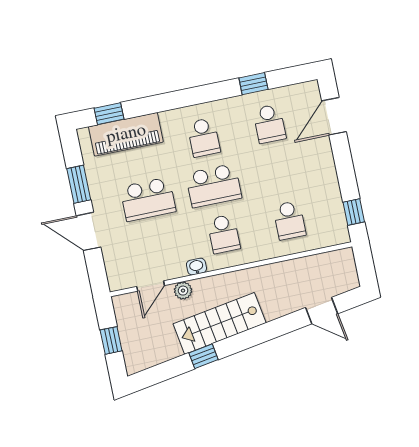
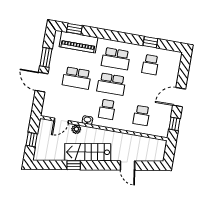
door: (334, 116) -> (179, 97), moved
school desk: (204, 137) -> (116, 59), width x1.85
door: (322, 311) -> (127, 166), moved

